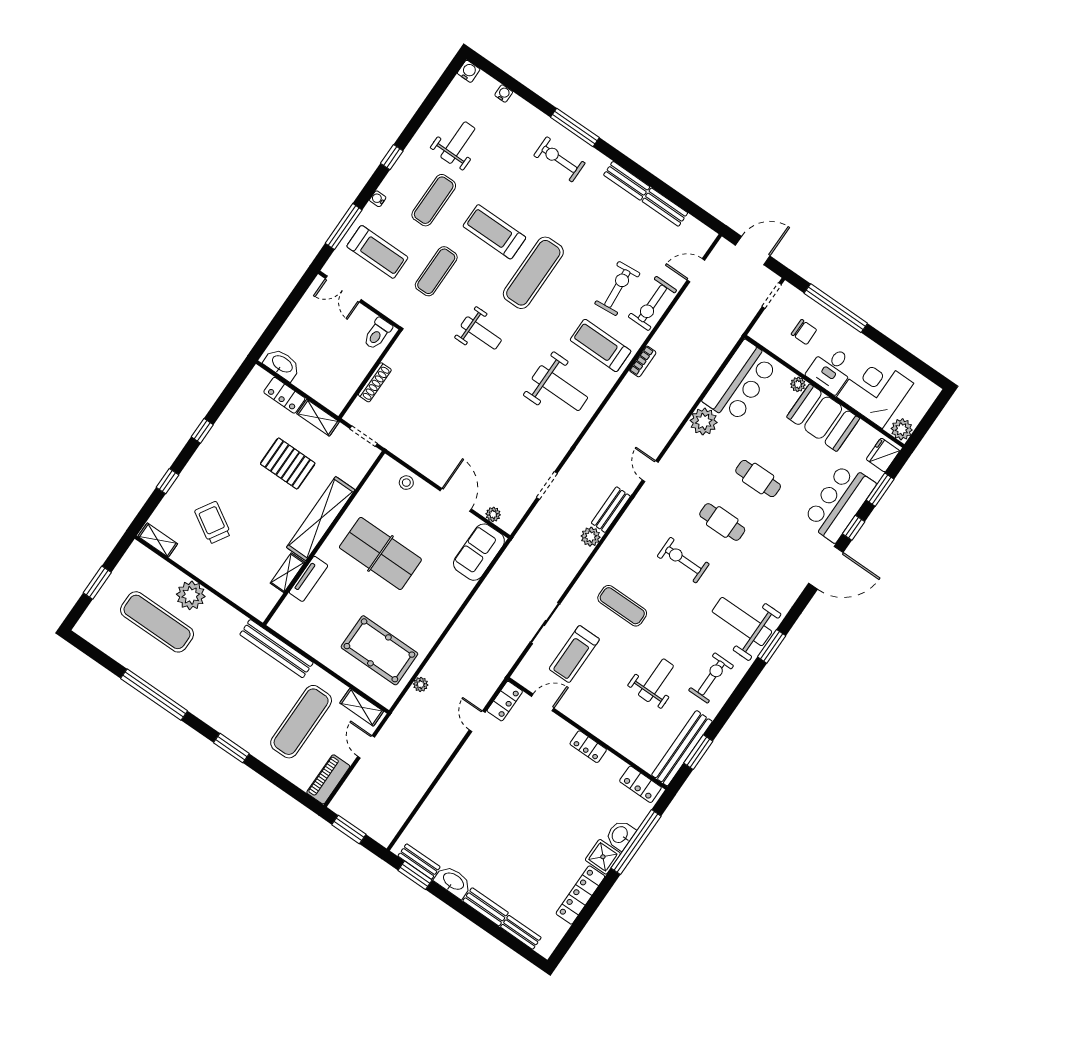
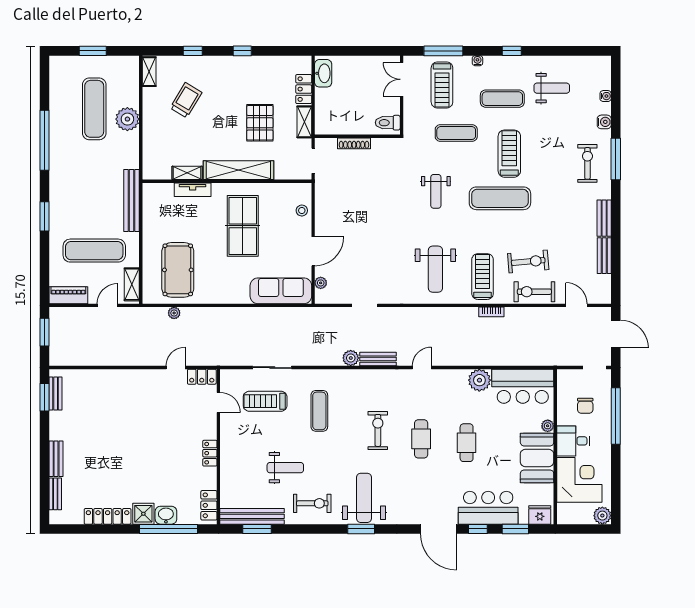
water cooler: (469, 71) -> (604, 122), moved
plant: (902, 429) -> (602, 516), moved
sofa: (479, 552) -> (281, 291), width x1.36
washbasin: (453, 882) -> (58, 425), removed

